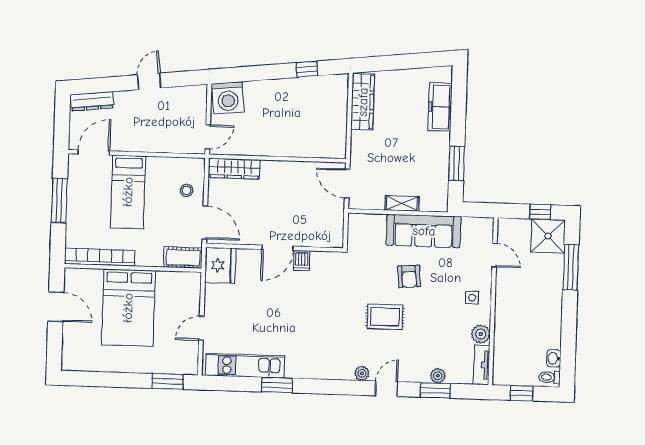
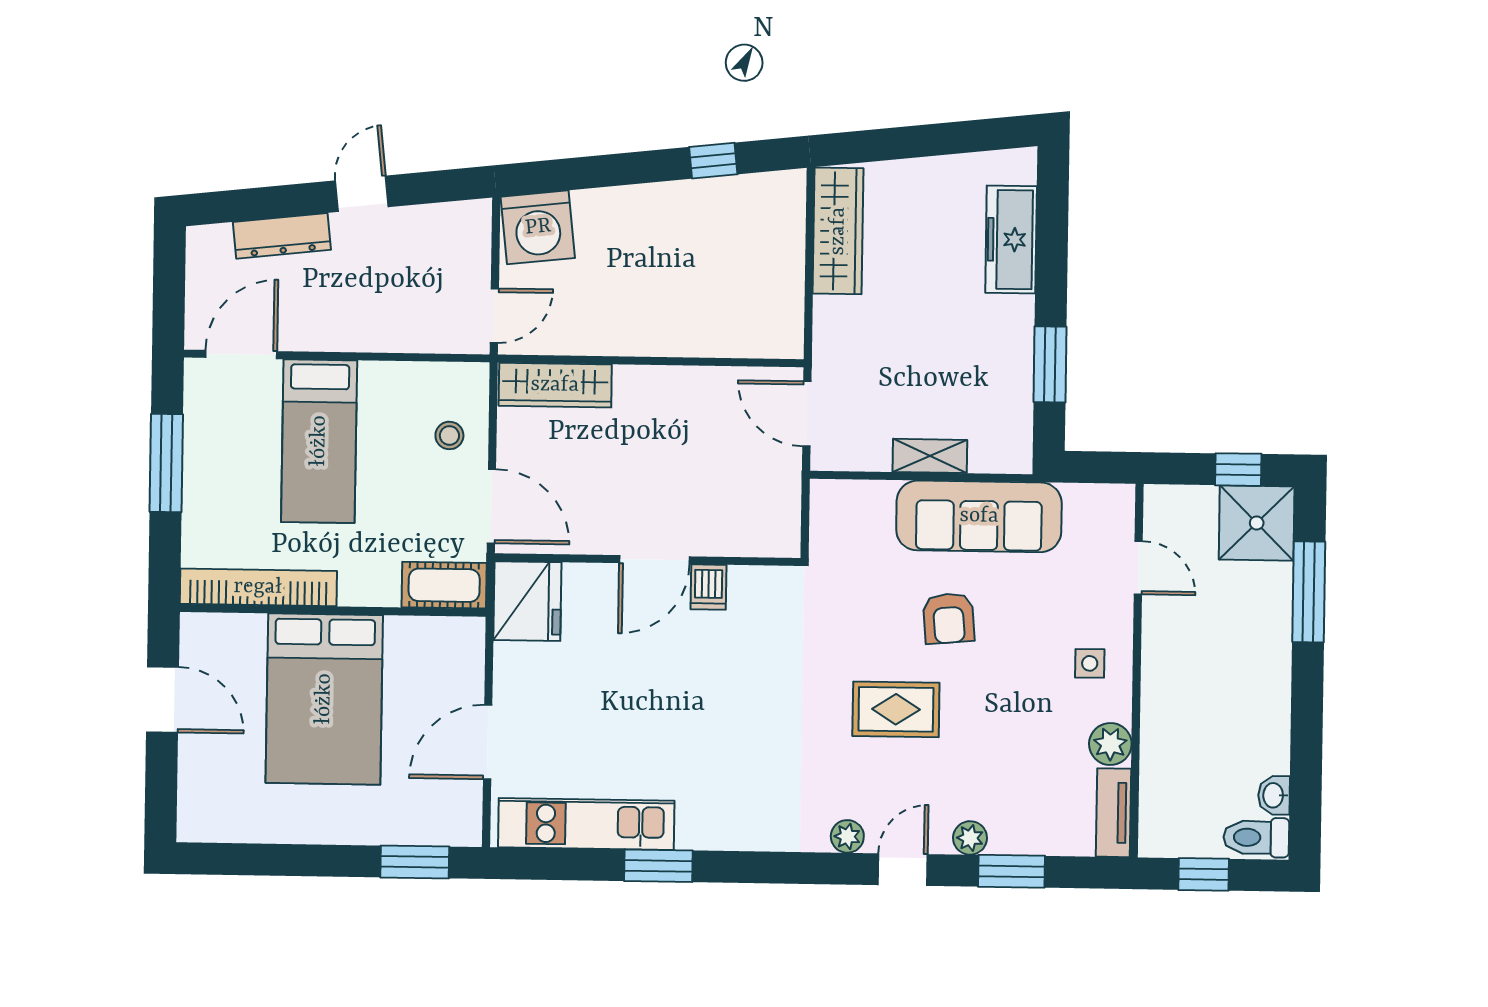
dresser: (92, 101) -> (282, 236), moved
door: (201, 328) -> (488, 742), width x1.38
plant: (438, 376) -> (970, 838), moved
toilet: (549, 377) -> (1256, 837), width x1.37, depth x1.39

